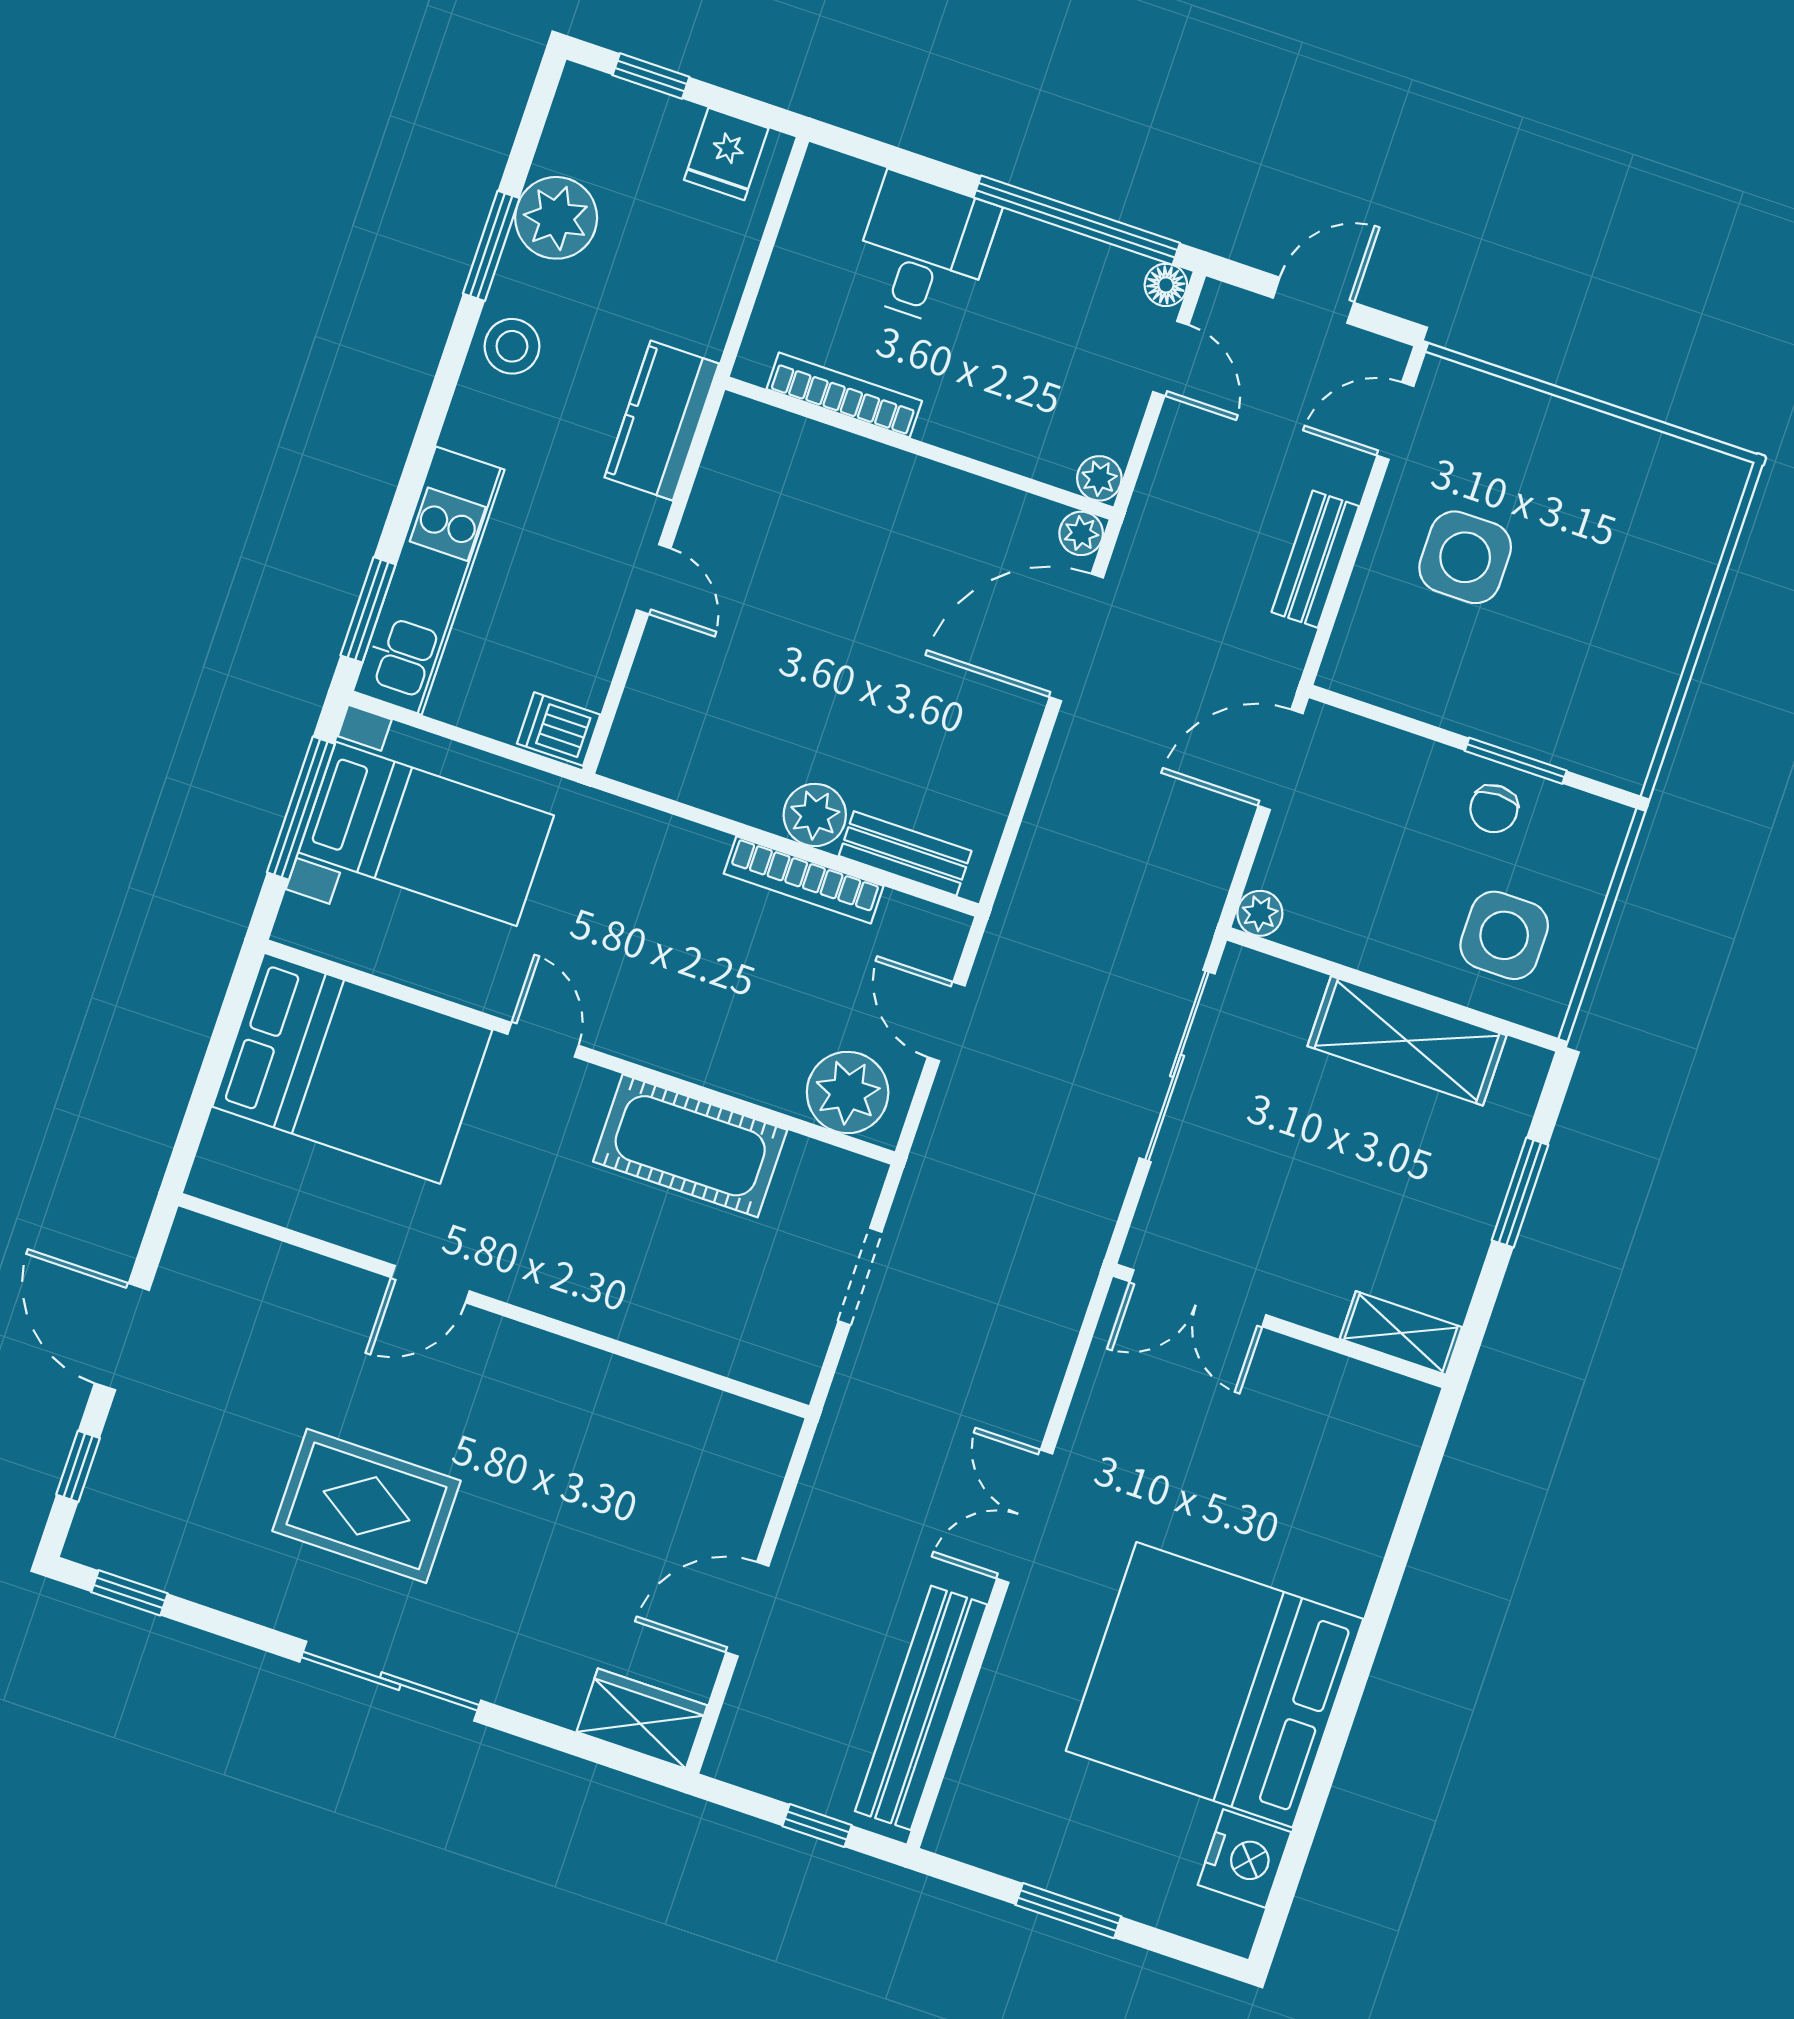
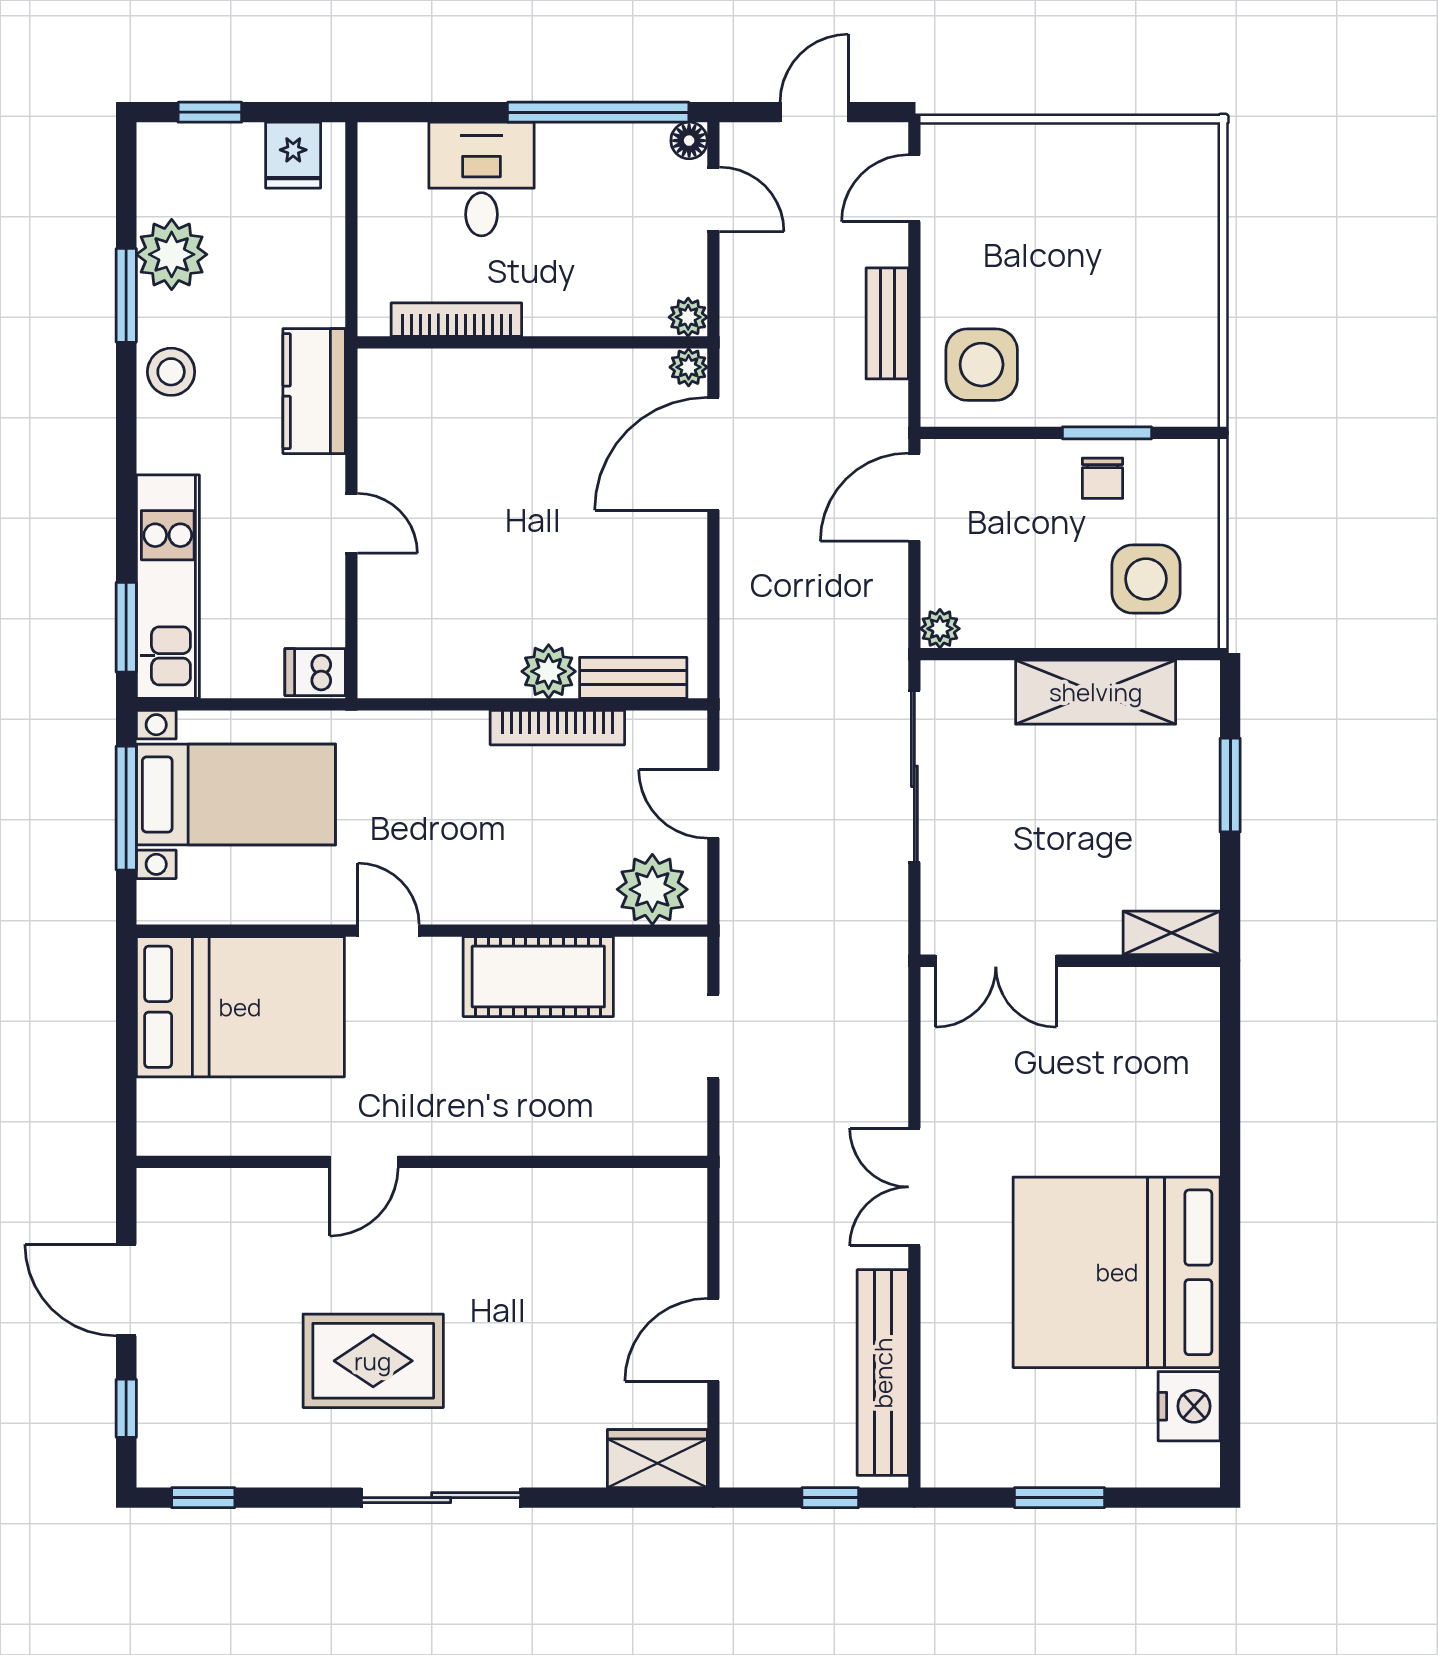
side table: (1465, 557) -> (982, 365), moved

